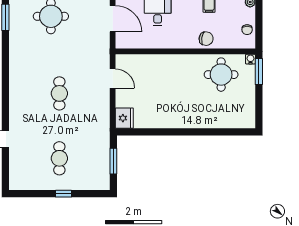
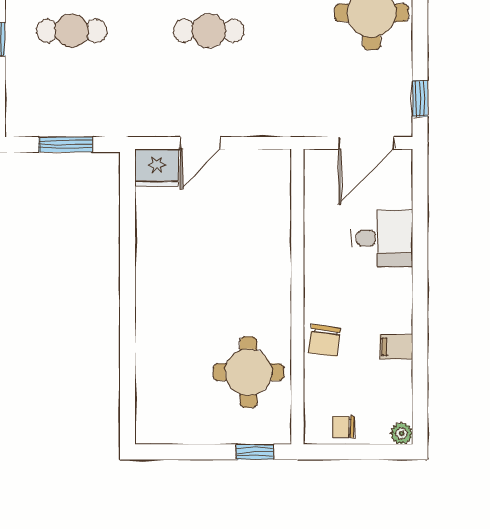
water cooler: (250, 59) -> (281, 434), removed
window: (259, 71) -> (255, 452), width x0.67
door: (113, 78) -> (200, 143), moved

